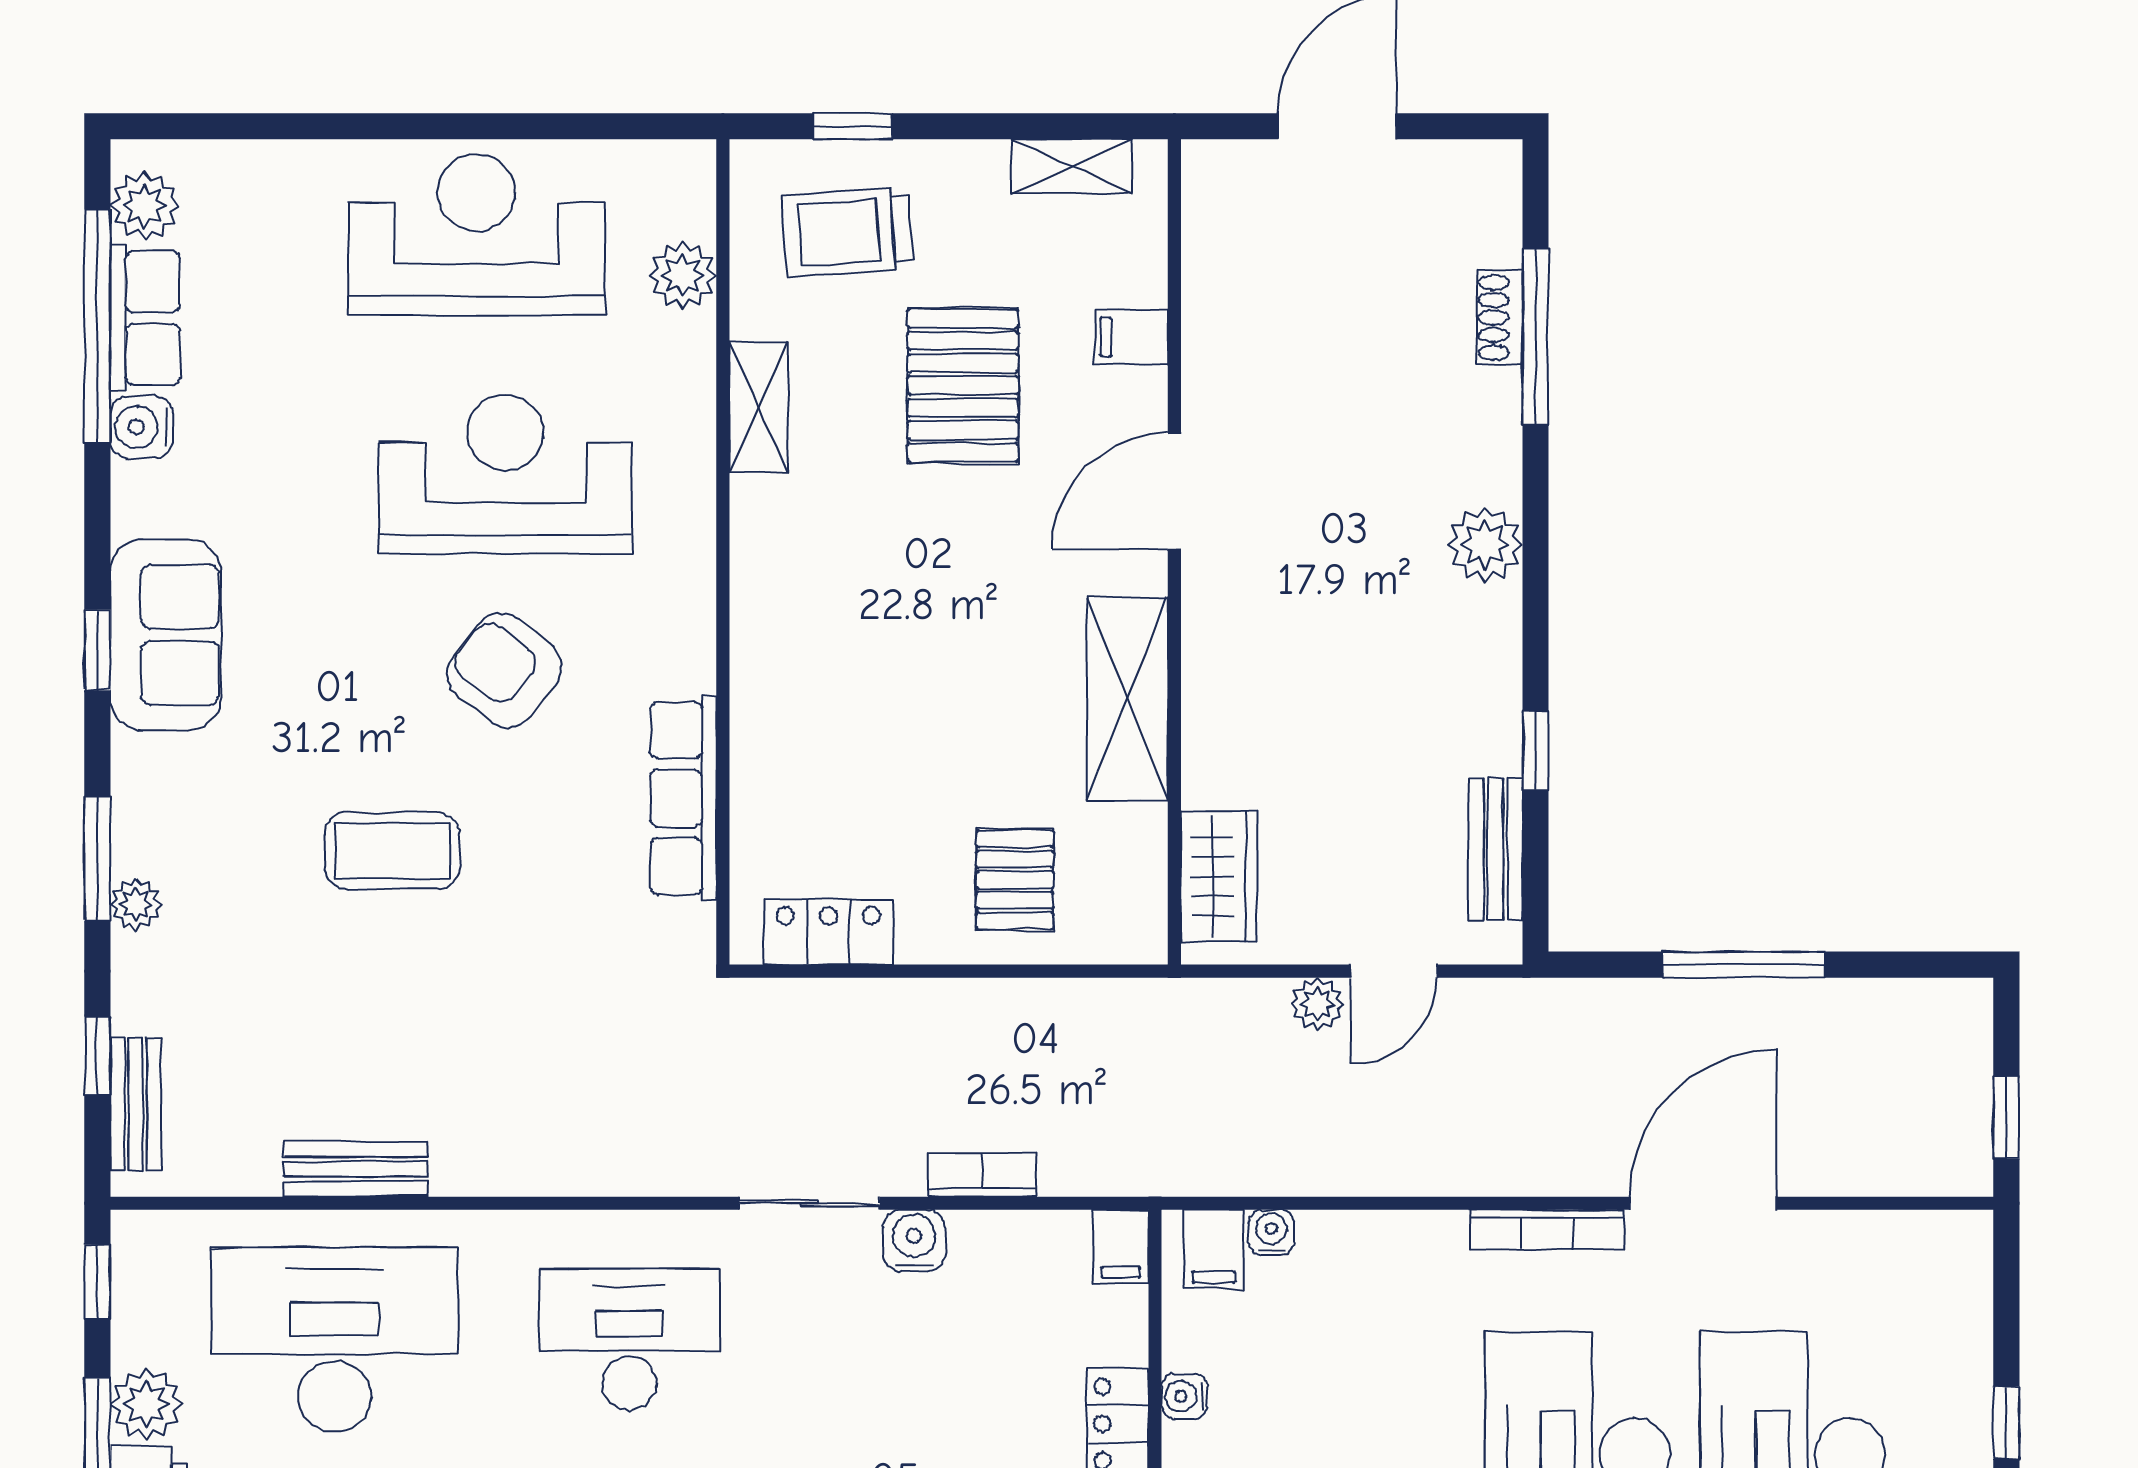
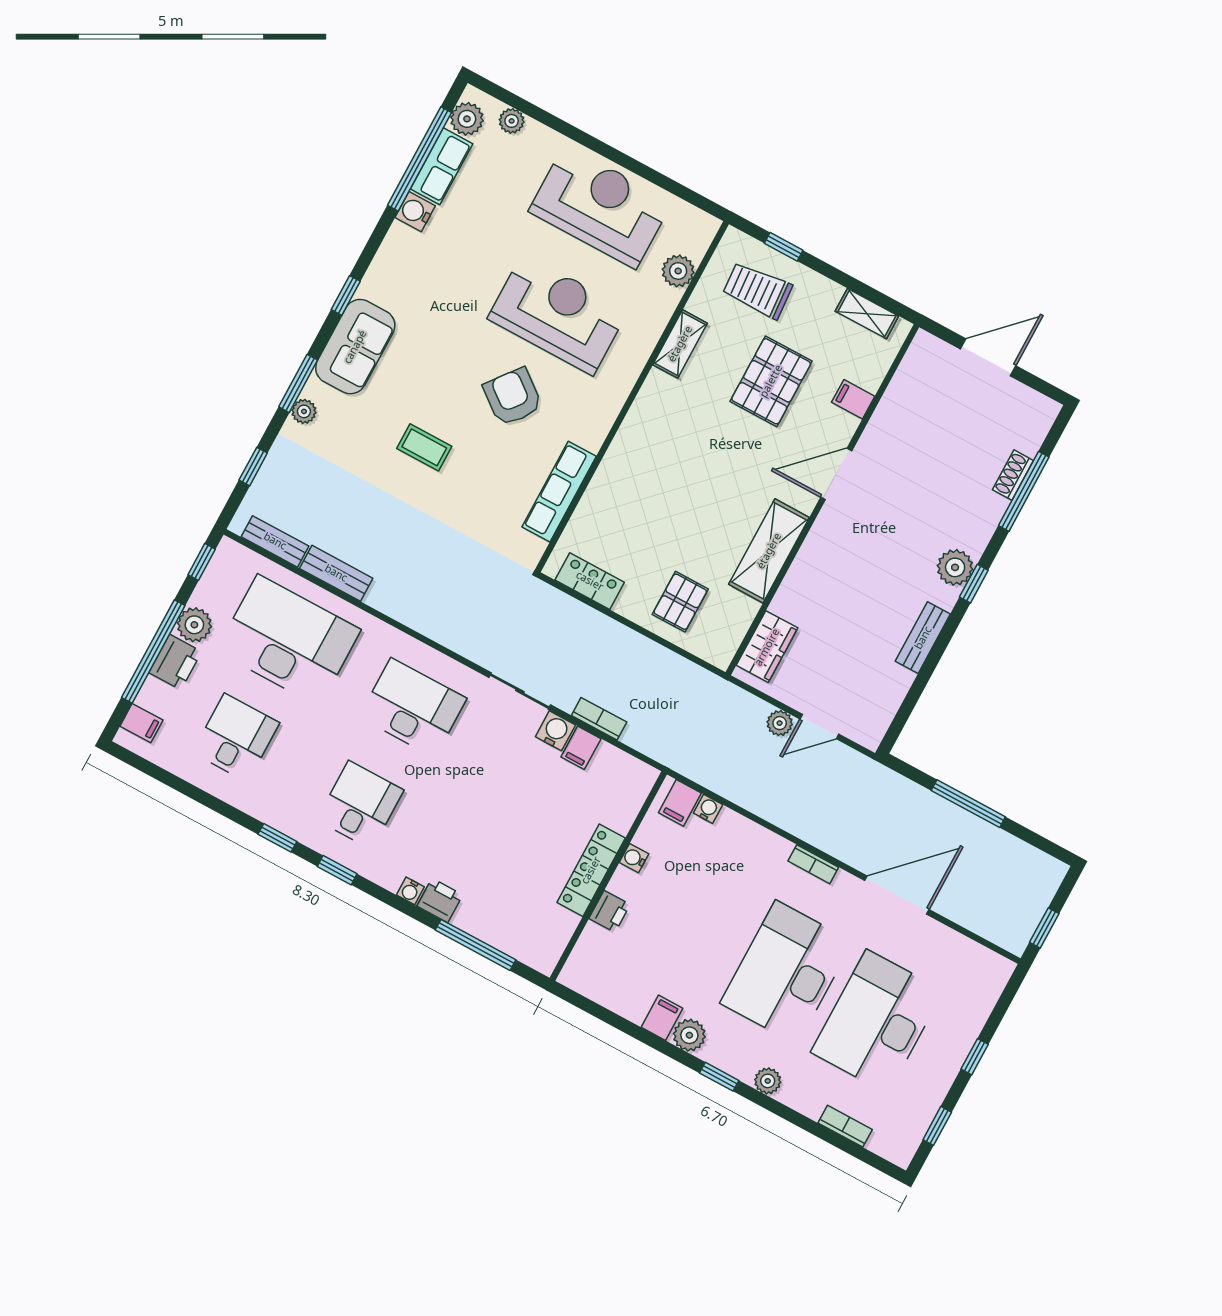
plant: (229, 165) -> (512, 121), added
sofa: (166, 635) -> (355, 347), moved
window: (1536, 751) -> (974, 584), moved
bench: (1496, 849) -> (923, 638), moved
coffee table: (392, 851) -> (424, 447), width x0.73, depth x0.77
bench: (136, 1104) -> (275, 541), moved, turned 90
bookcase: (1547, 1229) -> (813, 864), width x0.64
filing cabinet: (1121, 1247) -> (581, 748), moved

